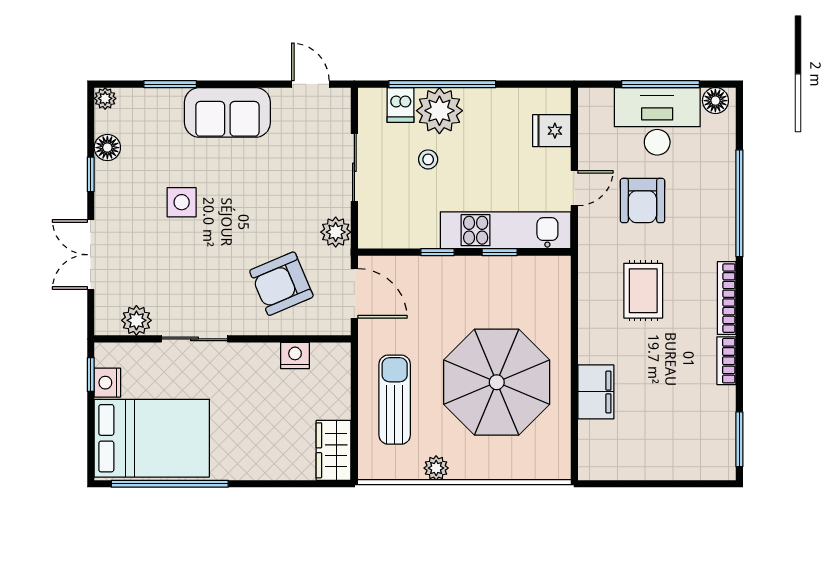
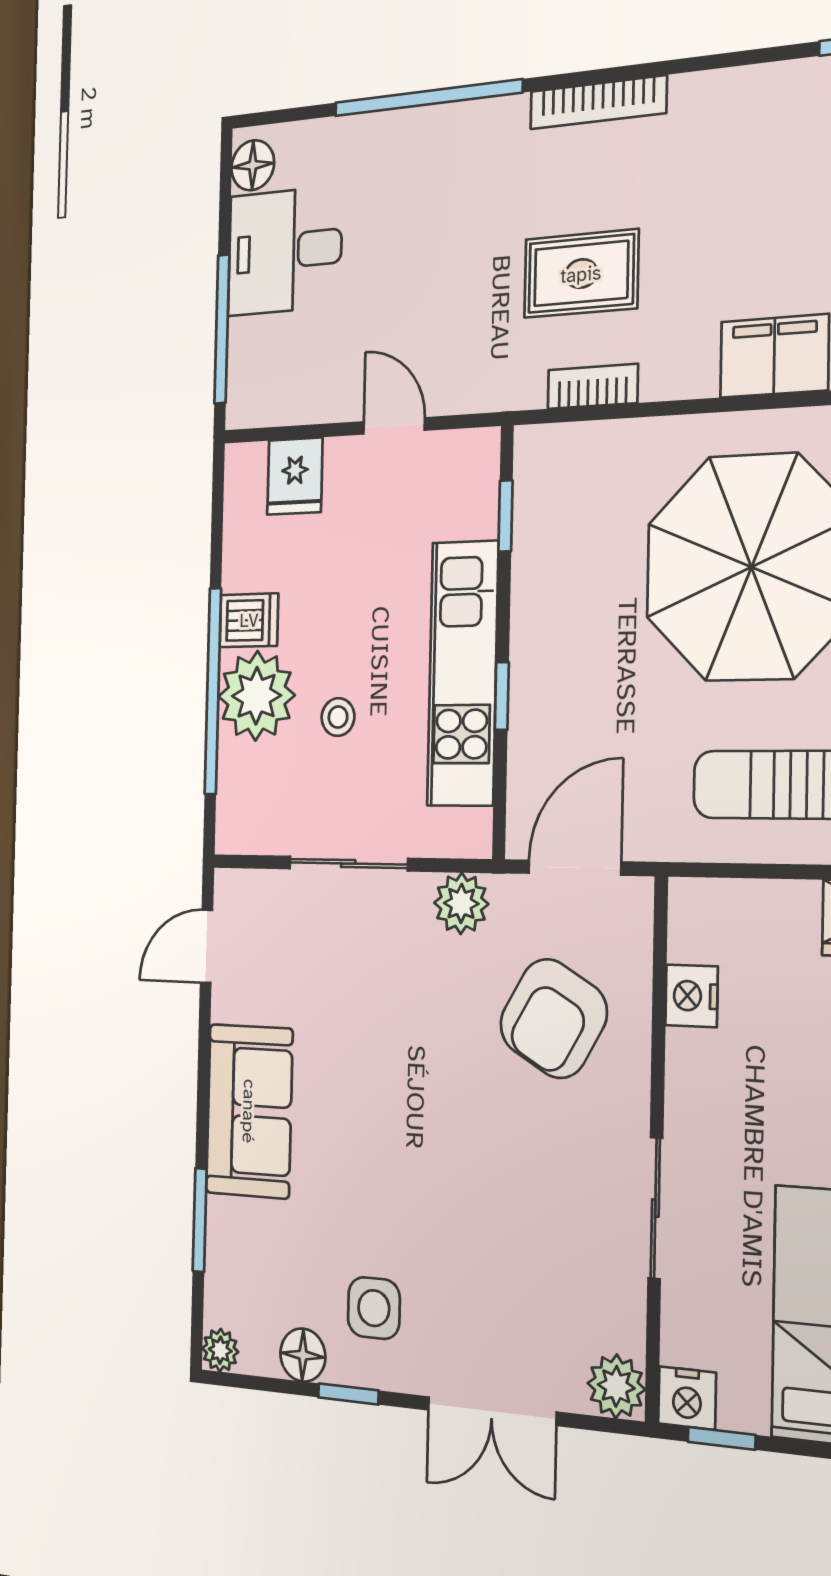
window: (660, 84) -> (222, 329), moved
dishwasher: (400, 105) -> (249, 620), moved
desk: (657, 121) -> (285, 251), width x0.73
armchair: (642, 201) -> (419, 290), removed
side table: (182, 202) -> (374, 1308), moved
kitchen unit: (506, 230) -> (463, 673), moved
window: (500, 252) -> (505, 516), moved
armchair: (281, 284) -> (553, 1018), turned 53
plant: (136, 320) -> (616, 1386), moved
bookcase: (726, 361) -> (593, 386), moved, turned 180
nightstand: (107, 383) -> (687, 1398), moved

